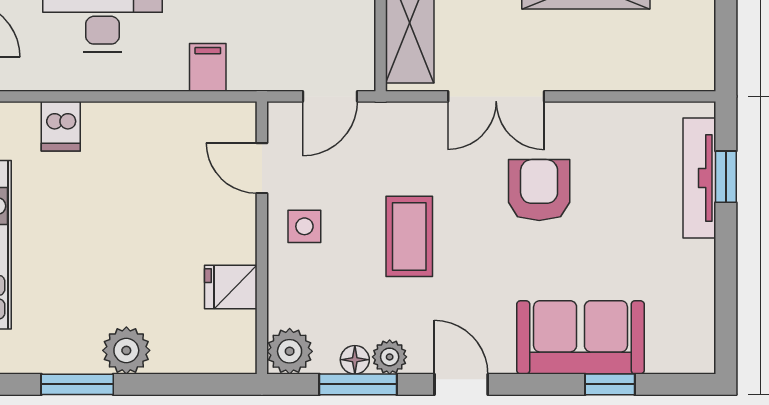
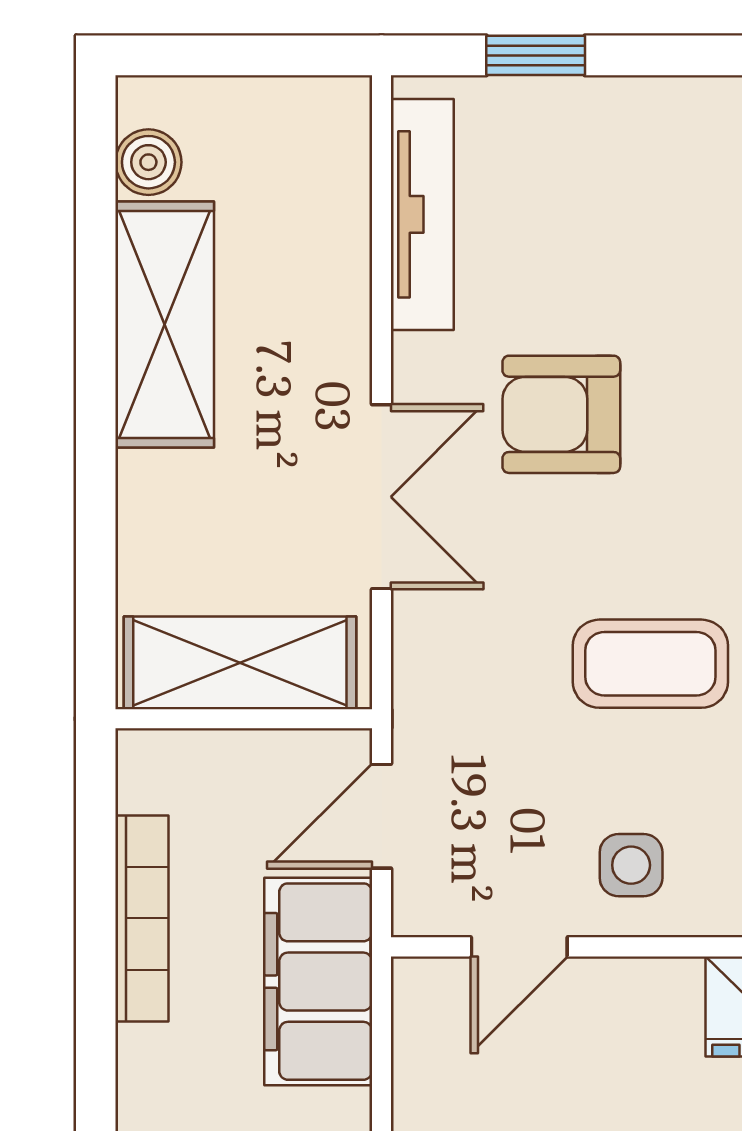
filing cabinet: (208, 67) -> (318, 982), width x3.00, depth x1.17
door: (330, 96) -> (381, 816), swing flipped
tv unit: (699, 178) -> (422, 214), moved, turned -90

